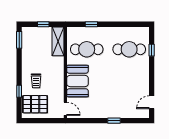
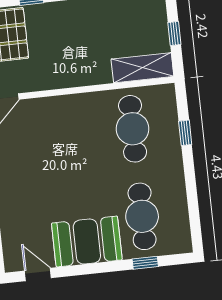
trolley: (36, 81) -> (56, 32), removed
booth: (77, 81) -> (87, 242), moved

